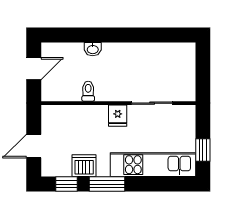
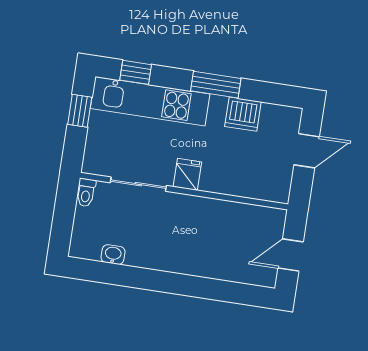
washbasin: (93, 49) -> (113, 255), moved
toilet: (88, 91) -> (86, 193), moved
window: (66, 184) -> (136, 72), moved

